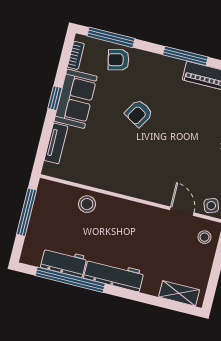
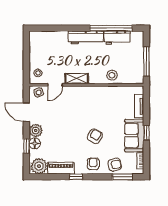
window: (111, 37) -> (122, 177), width x0.69
window: (185, 56) -> (76, 177), width x0.46
armchair: (152, 70) -> (93, 164), added
door: (182, 211) -> (55, 85), hinge flipped
shelving: (179, 293) -> (77, 79), moved

